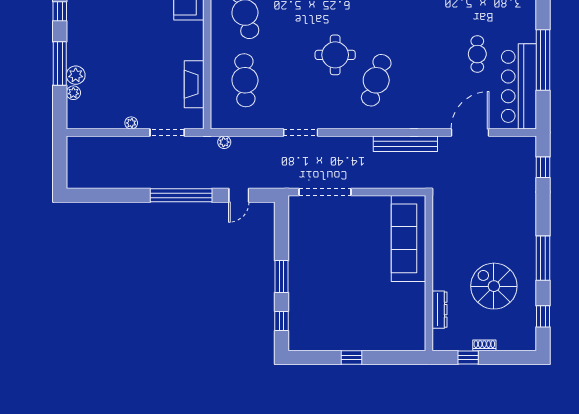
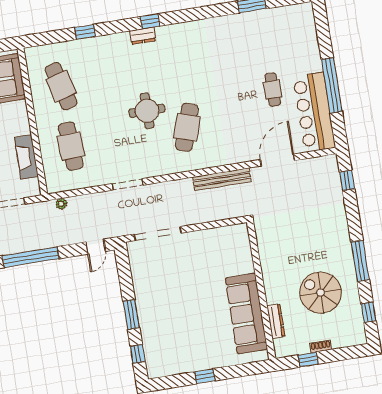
door: (239, 195) -> (96, 247), moved
sofa: (408, 238) -> (246, 314), moved

